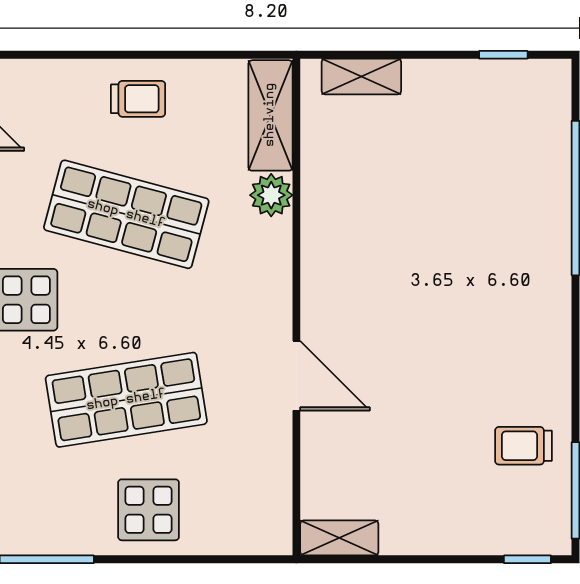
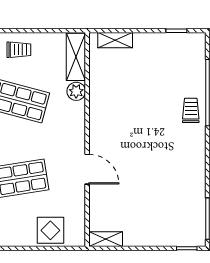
trolley: (523, 446) -> (191, 110), moved, turned 90
display table: (149, 510) -> (50, 230), moved

